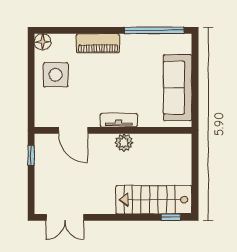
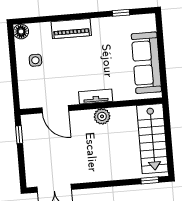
window: (154, 30) -> (121, 13), width x0.32
side table: (56, 75) -> (35, 60), width x0.54, depth x0.54
stairs: (154, 200) -> (152, 139), moved, turned -90

